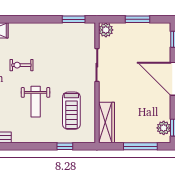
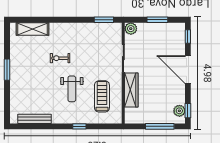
treadmill: (71, 111) -> (102, 96), turned 180
wardrobe: (106, 123) -> (131, 90), moved
window: (65, 146) -> (79, 126), moved

